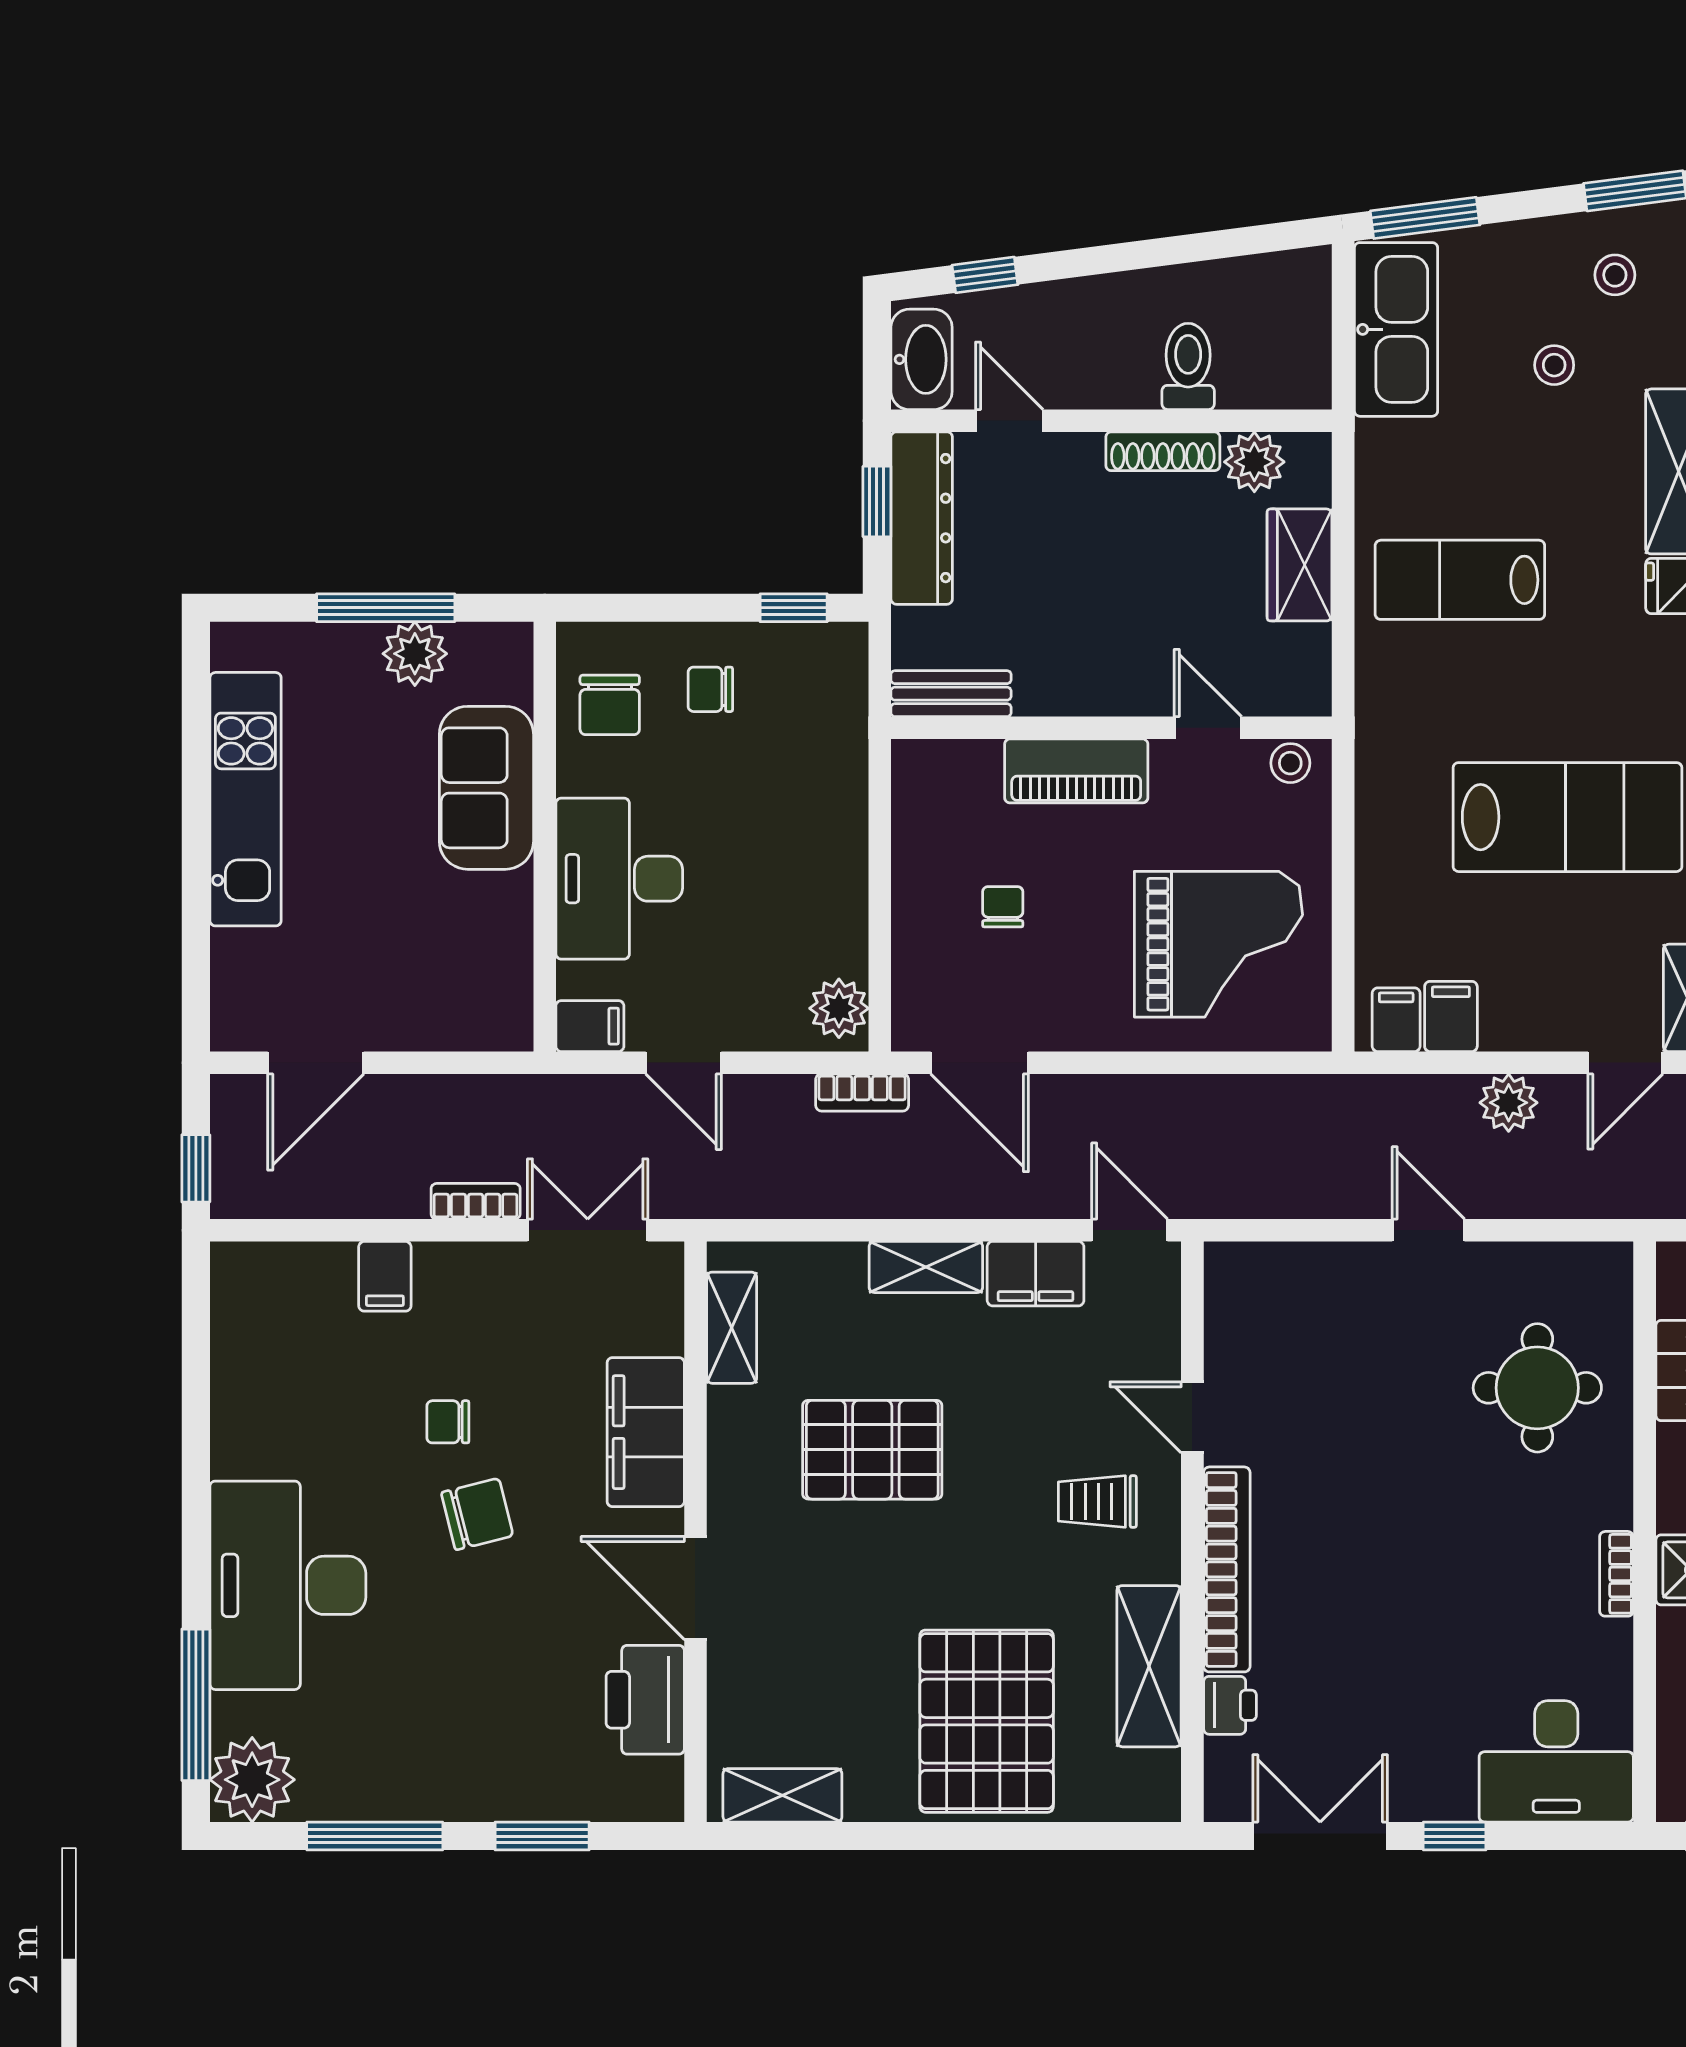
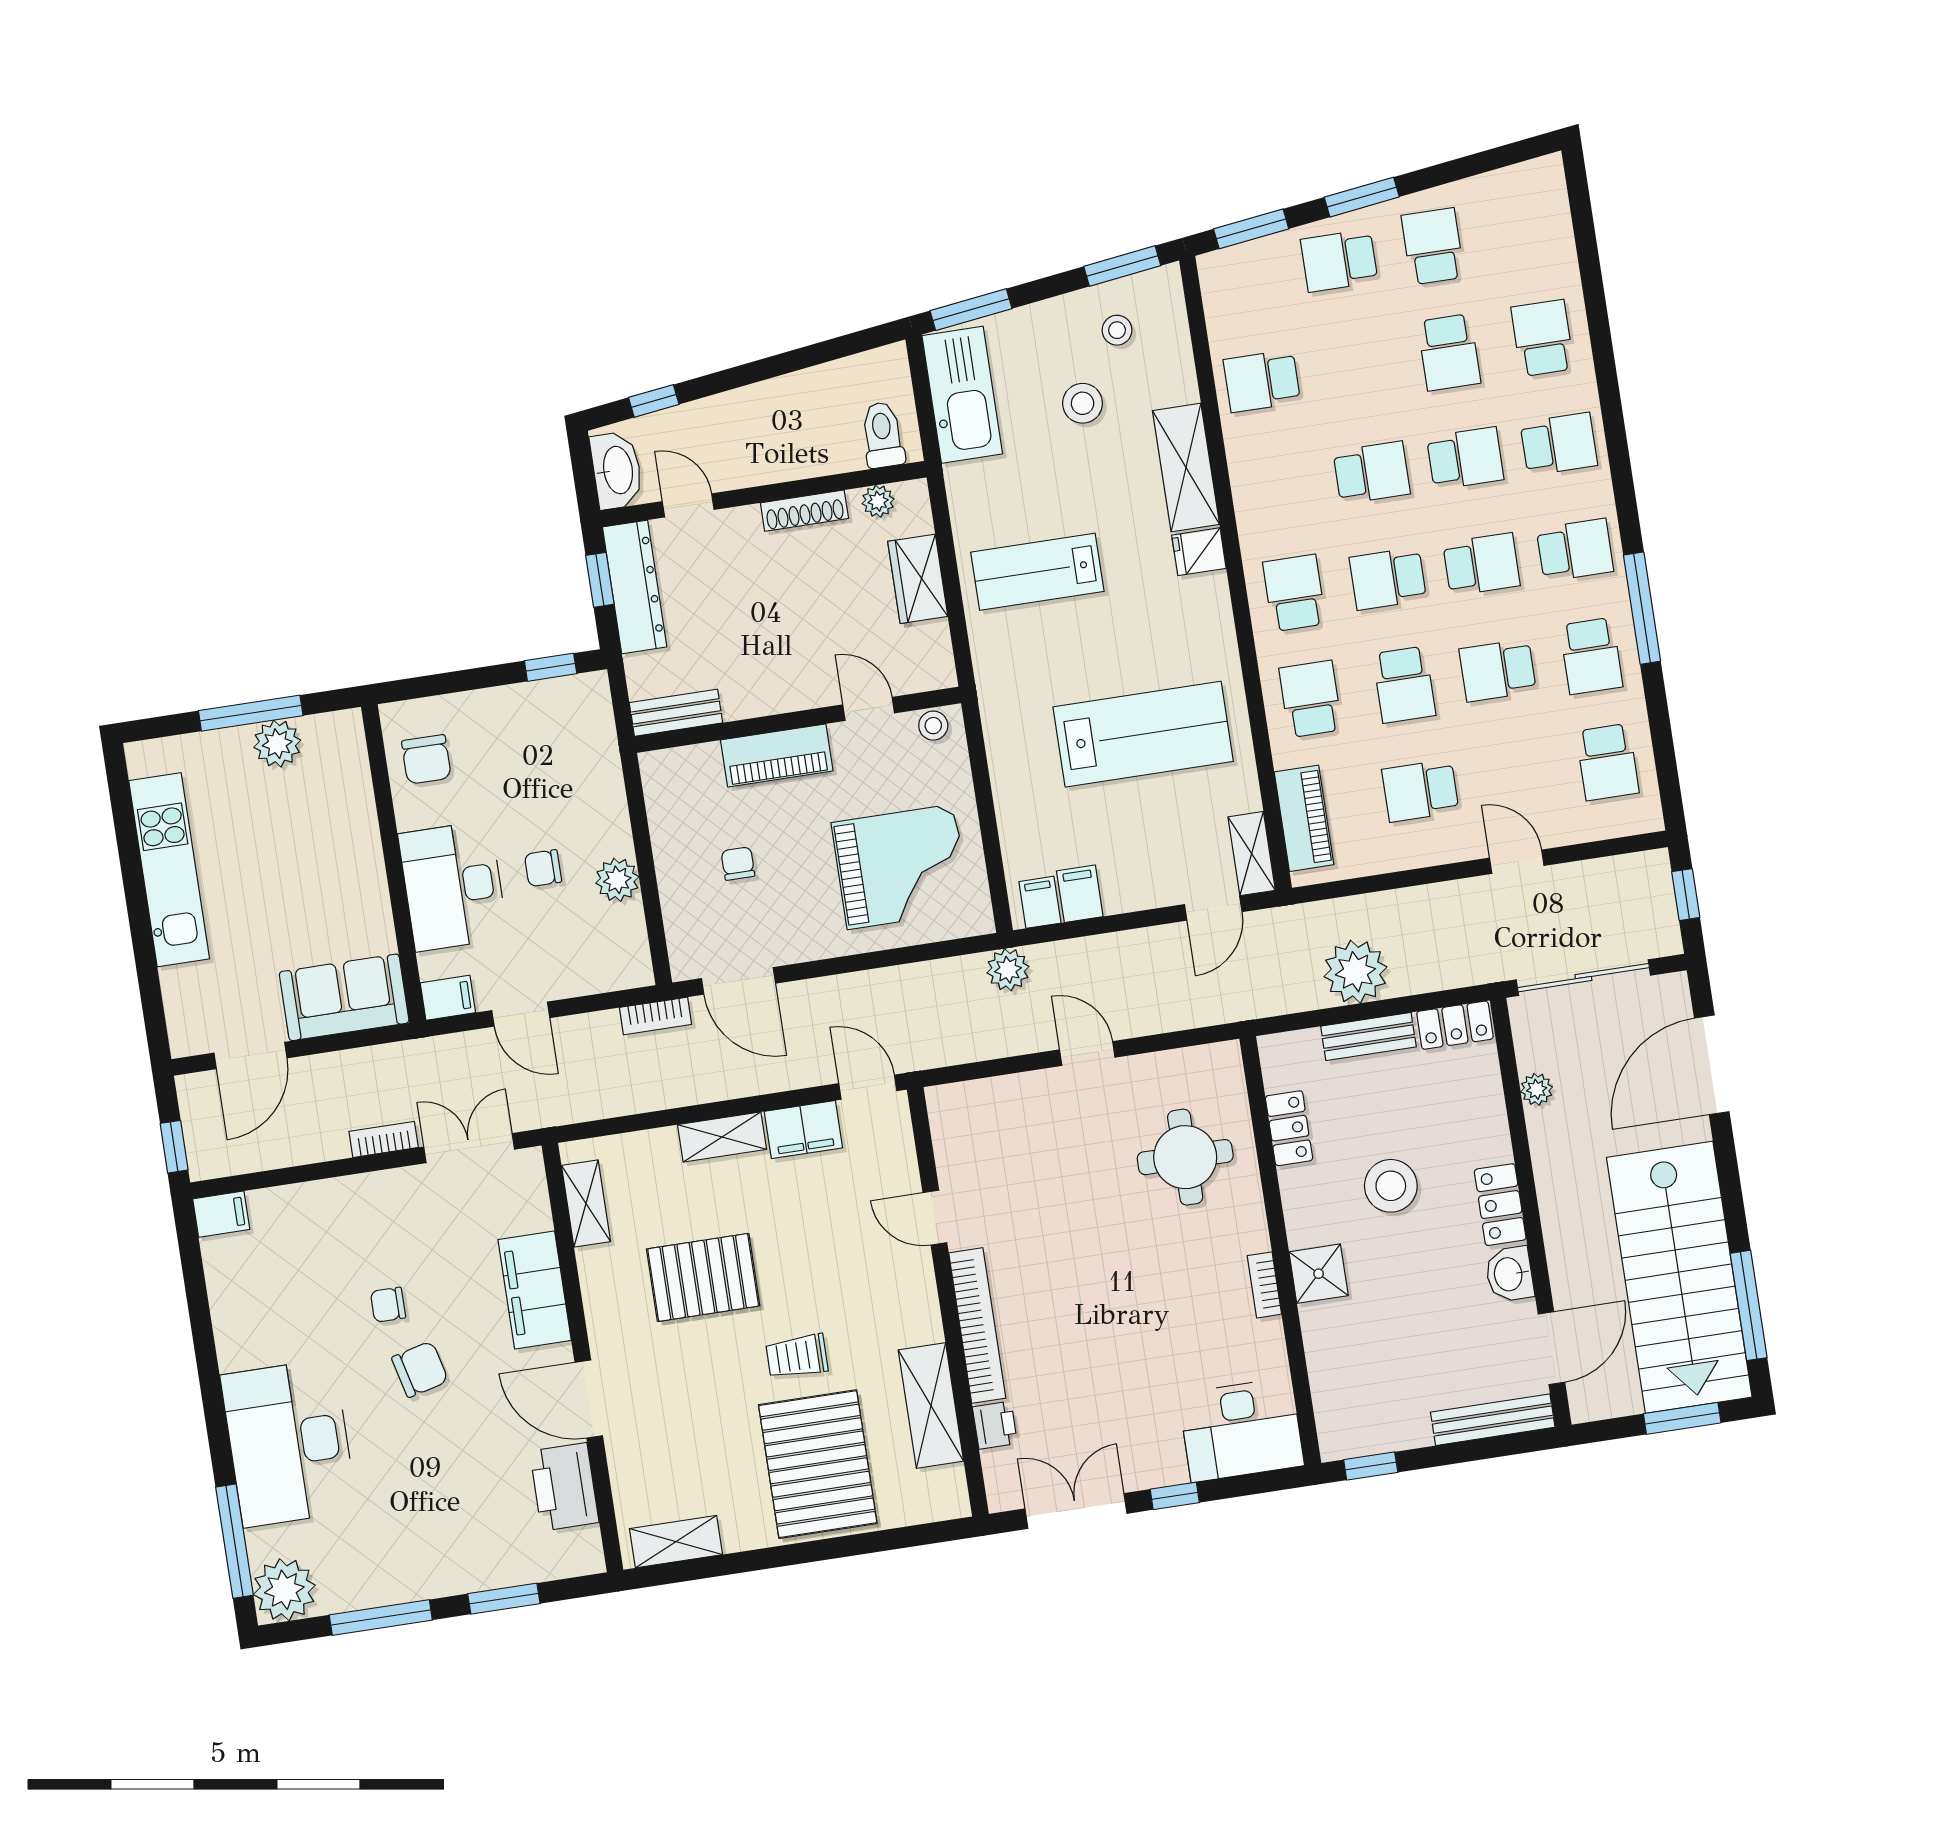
stool: (1554, 365) -> (1083, 403), width x1.37, depth x1.37
toilet: (1188, 366) -> (883, 435), moved
plant: (1254, 462) -> (878, 501), width x0.73, depth x0.73
chair: (710, 689) -> (543, 868), moved
sofa: (486, 788) -> (344, 997), moved, turned 90
plant: (839, 1008) -> (617, 880), moved
plant: (1509, 1103) -> (1008, 970), moved
filing cabinet: (385, 1276) -> (221, 1214), moved, turned -90
trolley: (1097, 1501) -> (797, 1356), moved

